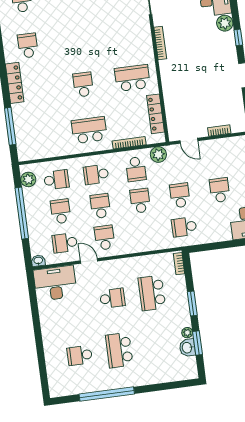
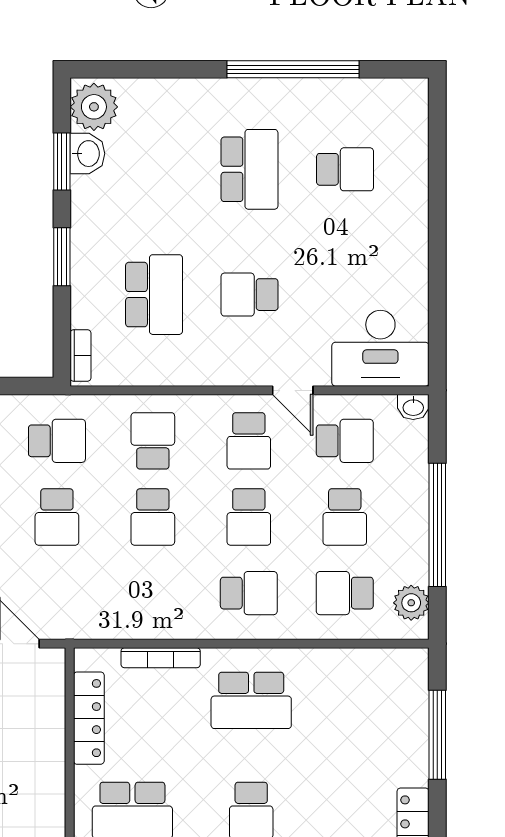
plant: (158, 154) -> (95, 621), removed
school desk: (136, 169) -> (153, 441), moved
plant: (187, 333) -> (94, 107), moved, width x1.87, depth x1.87

